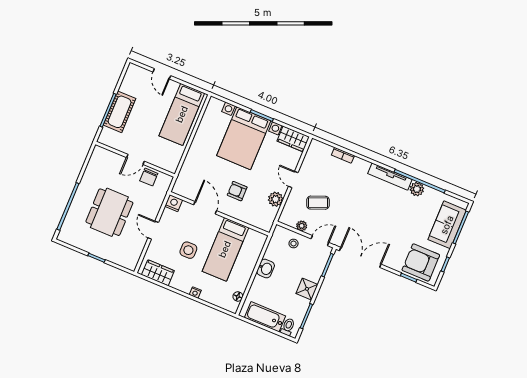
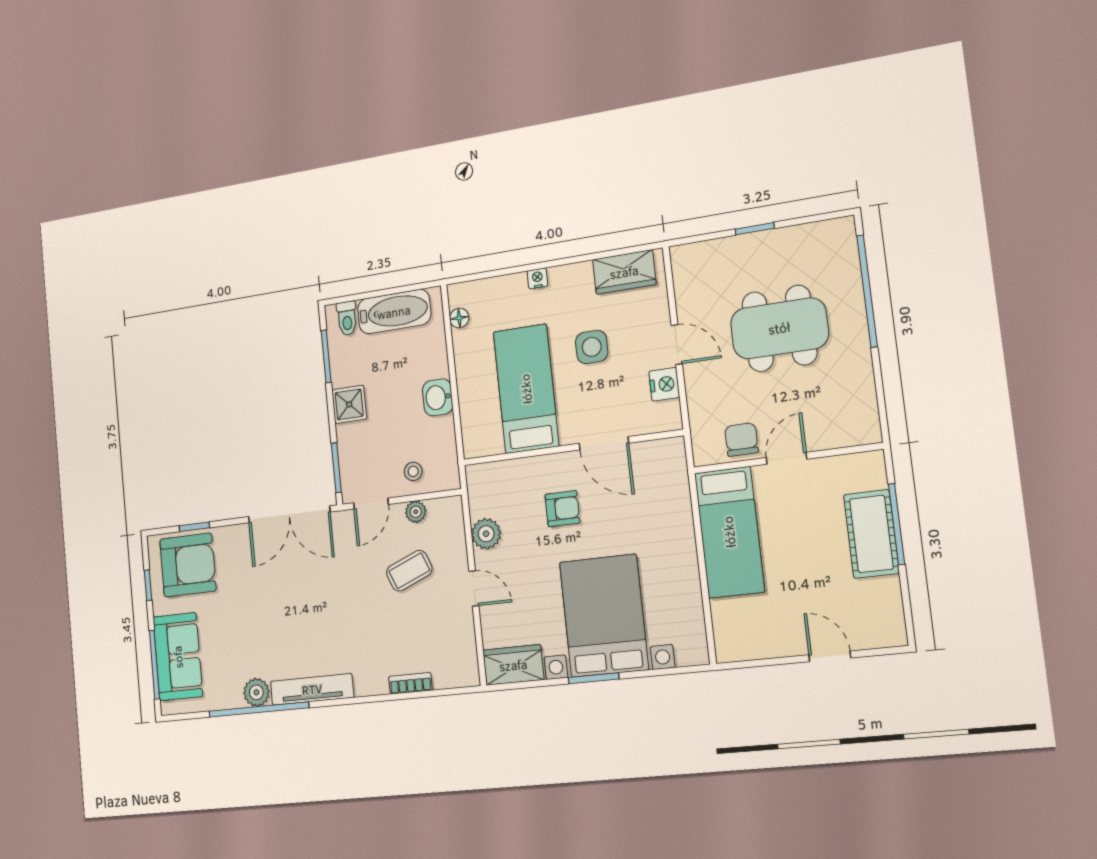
bed: (182, 114) -> (729, 532), moved, turned 180
nightstand: (174, 203) -> (664, 384), moved, turned -90
dining table: (109, 212) -> (779, 328), turned 90

